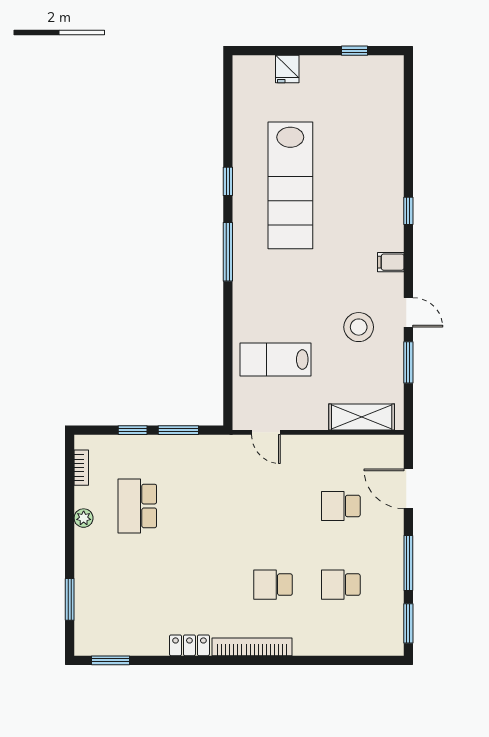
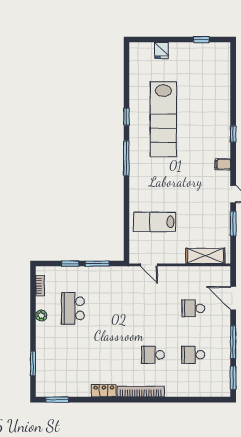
stool: (359, 327) -> (204, 203), removed

